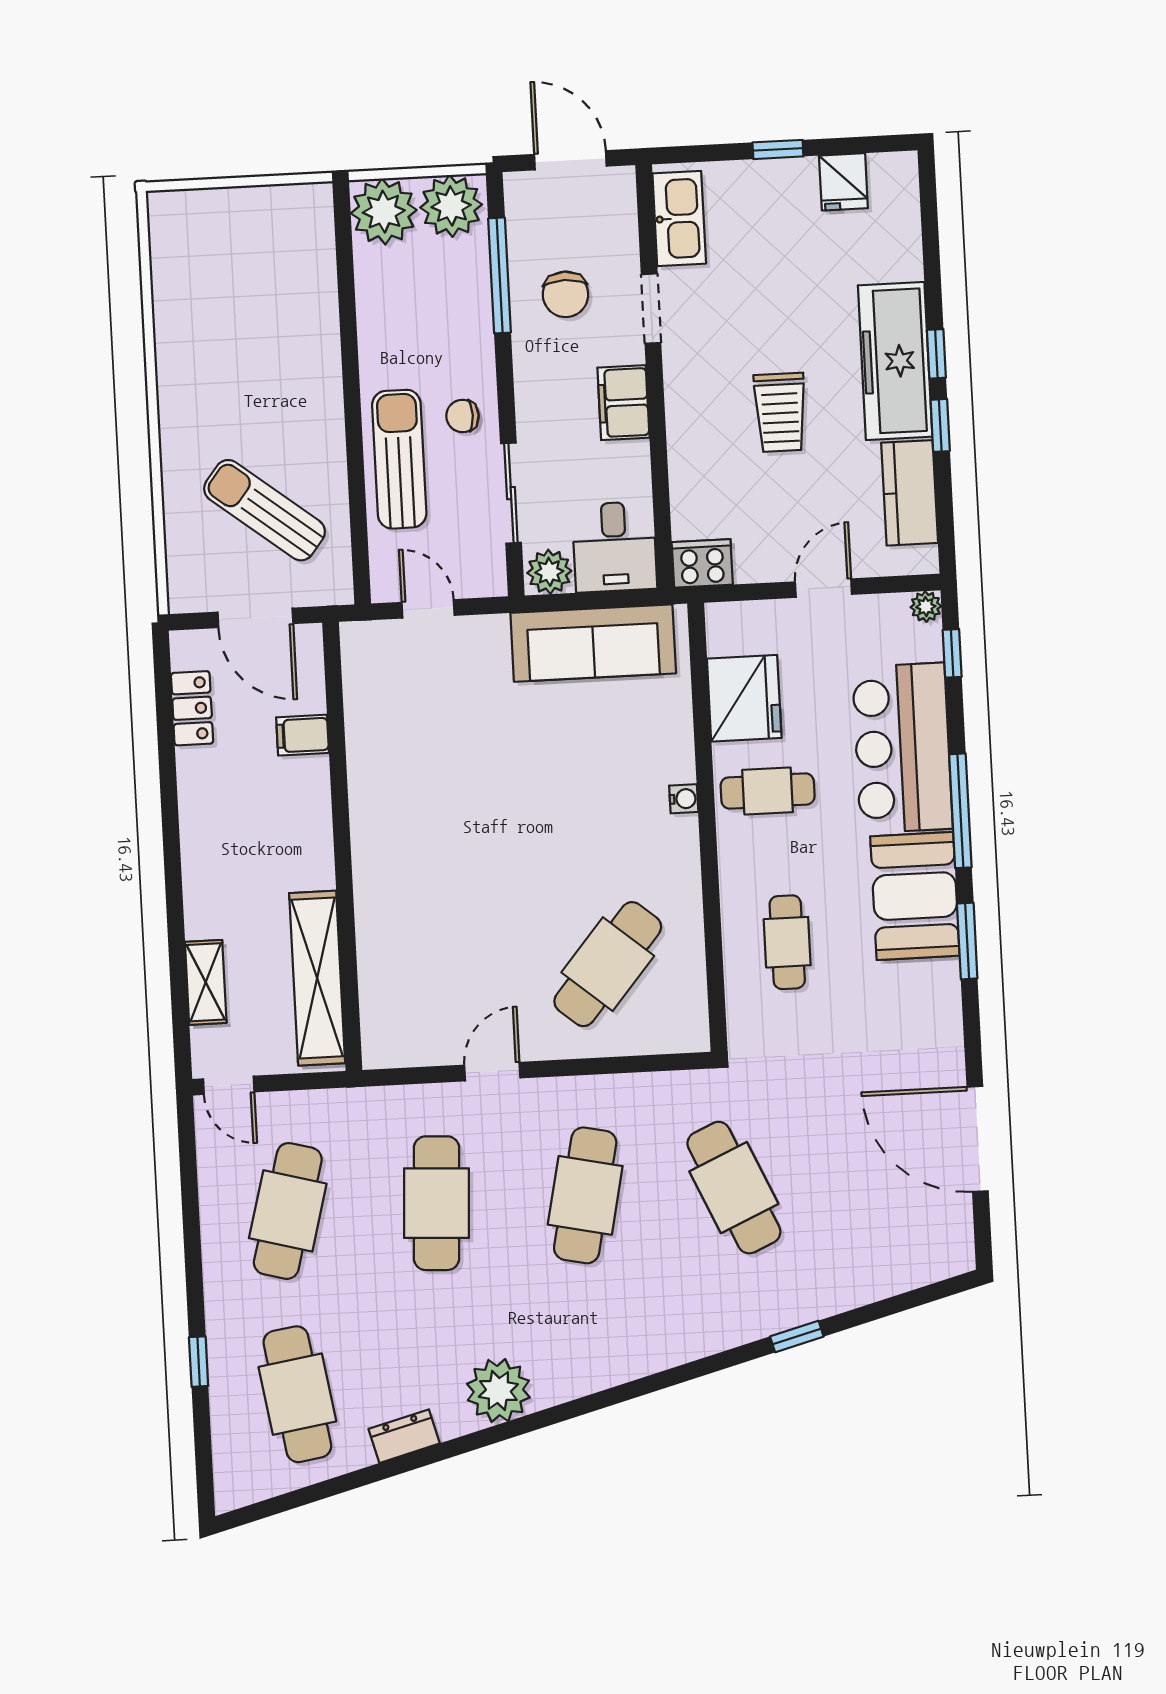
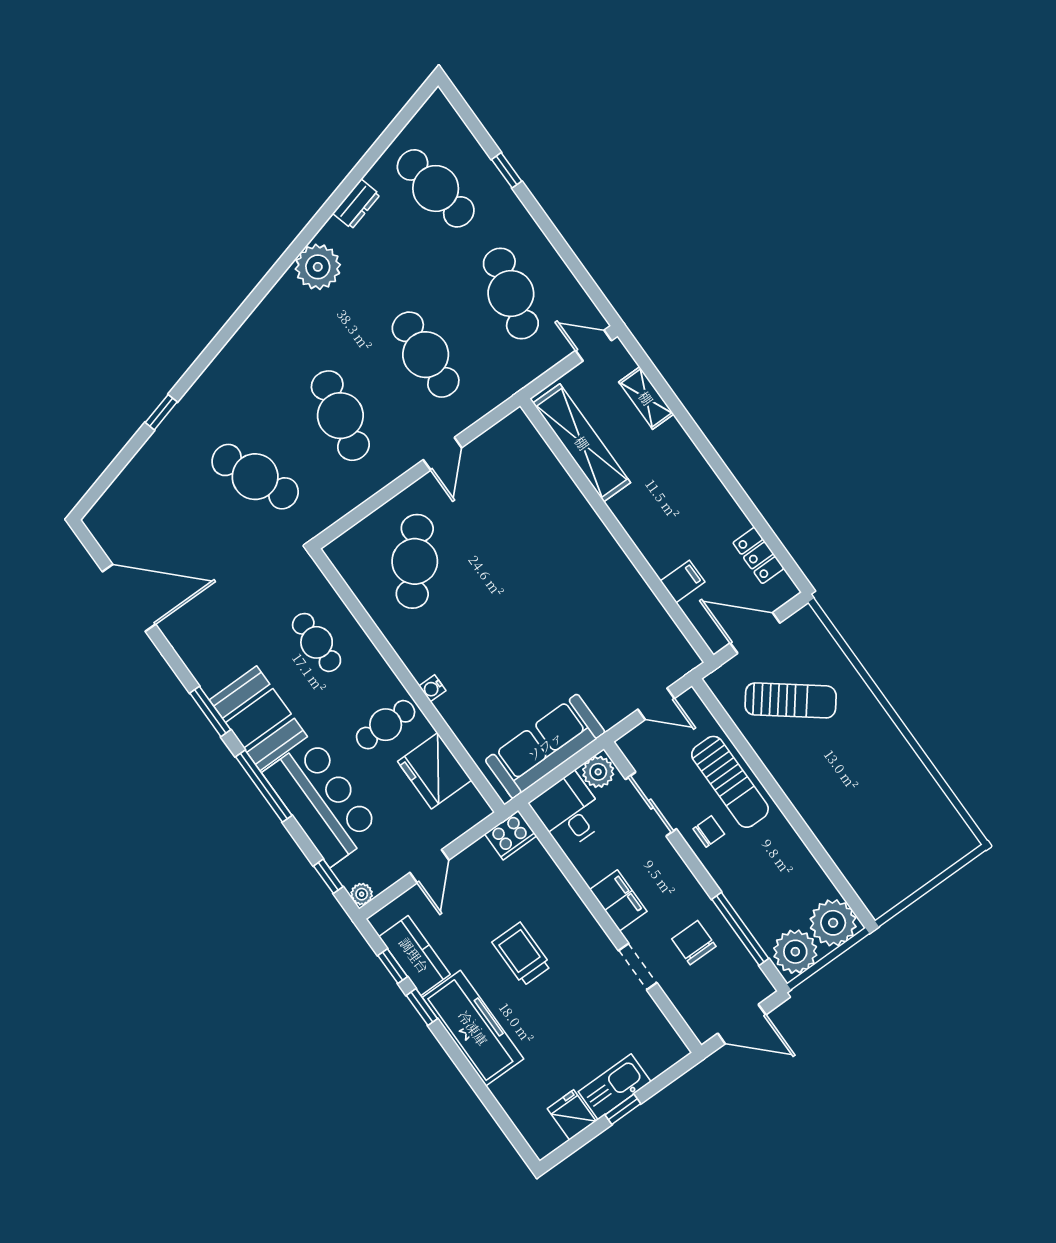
kitchen sink: (679, 219) -> (615, 1087), moved, turned 90
window: (936, 354) -> (393, 966), moved

